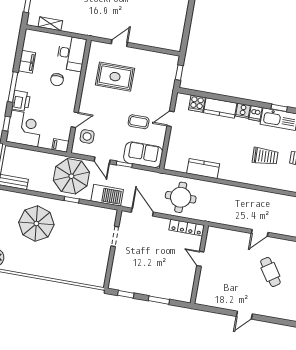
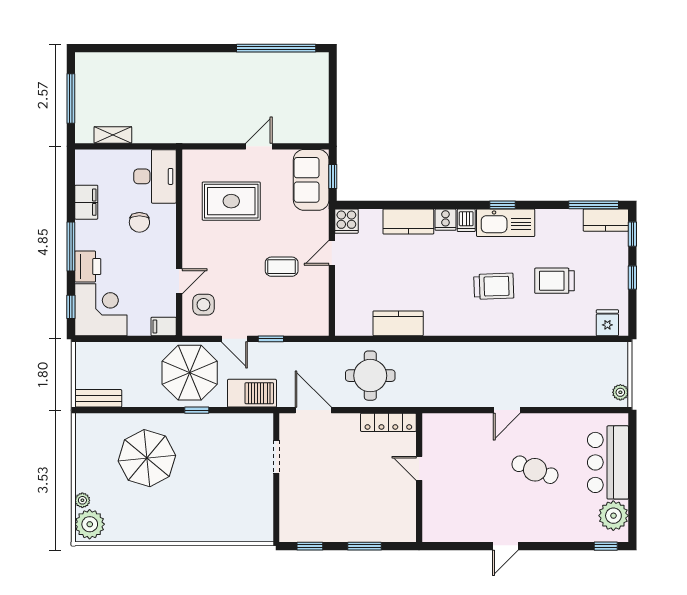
door: (119, 43) -> (259, 146), moved
cooker: (197, 104) -> (346, 221), moved
sofa: (143, 155) -> (311, 180), moved, turned -90
cafe table: (270, 272) -> (535, 470), turned -35

